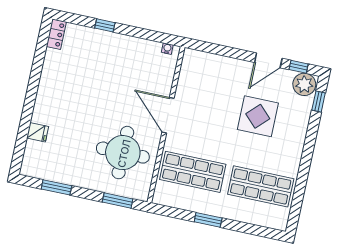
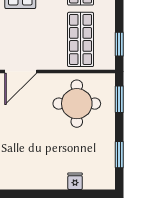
door: (168, 115) -> (21, 71), moved
window: (208, 220) -> (119, 44), moved

